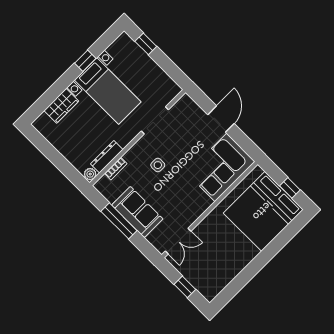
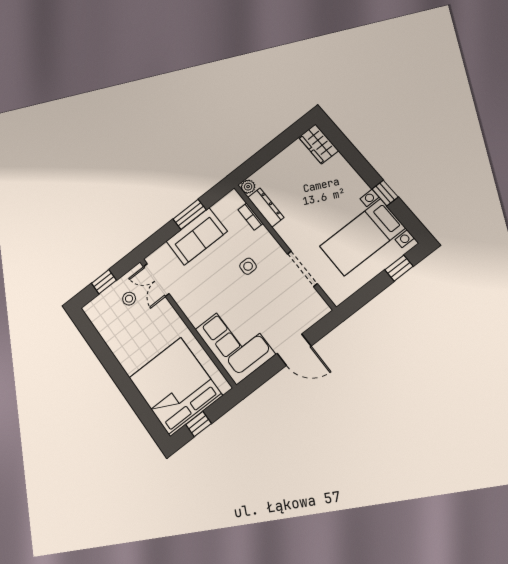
bed with nightstands: (108, 91) -> (362, 237), moved
wardrobe: (61, 106) -> (319, 144), moved
window: (119, 221) -> (190, 214), width x0.69
stool: (197, 262) -> (129, 299), added

